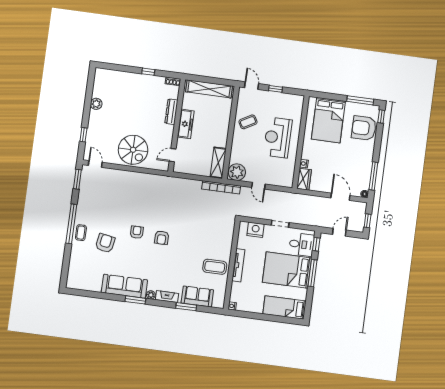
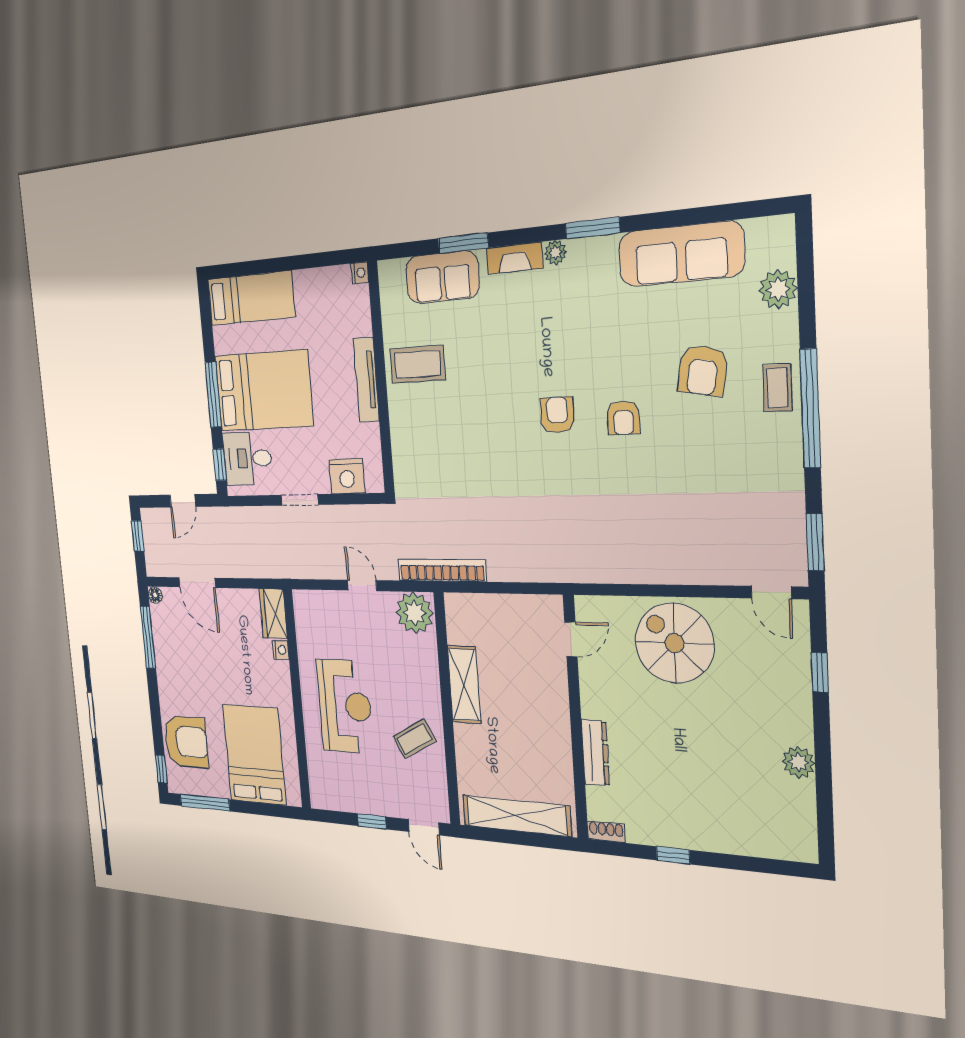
freezer: (186, 124) -> (554, 723), removed
shelving: (218, 163) -> (464, 685), moved
plant: (75, 265) -> (778, 289), added
sofa: (124, 286) -> (681, 254), moved

